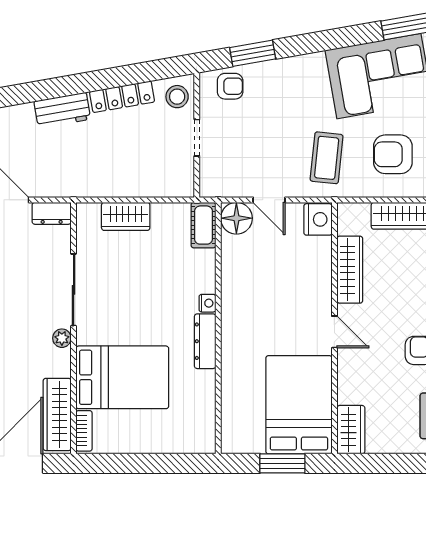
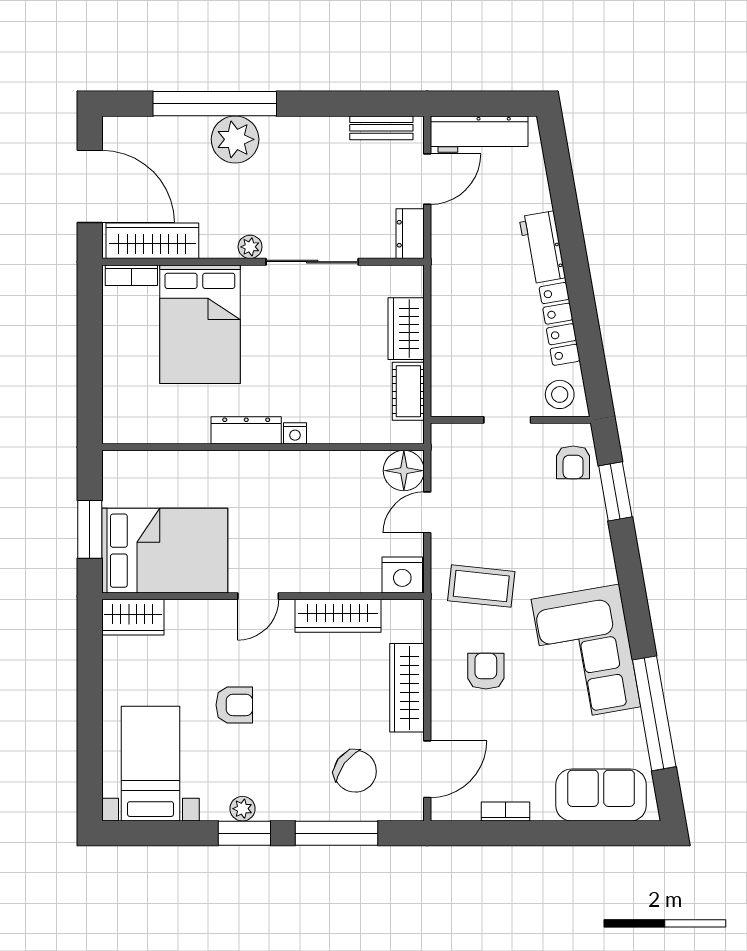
armchair: (393, 154) -> (486, 671), width x0.72, depth x0.72
cot: (203, 225) -> (408, 391), moved, turned 90

